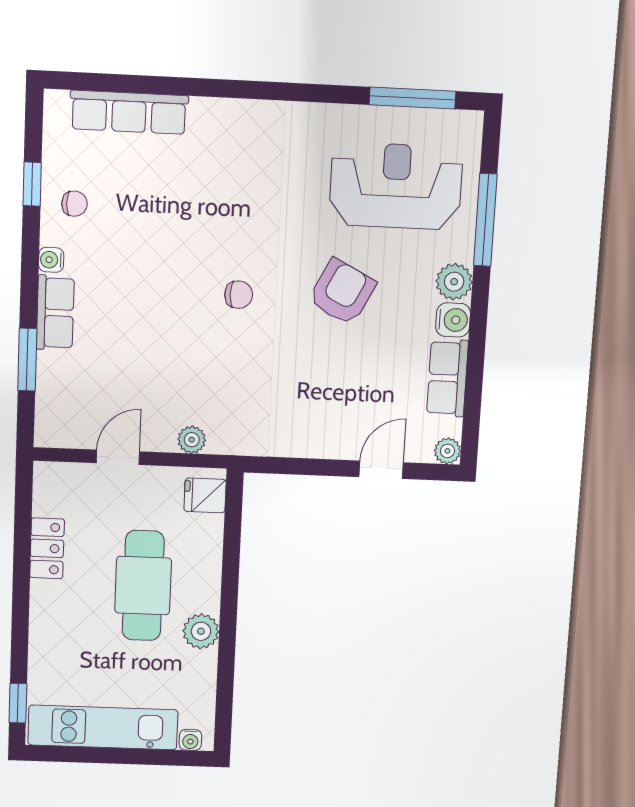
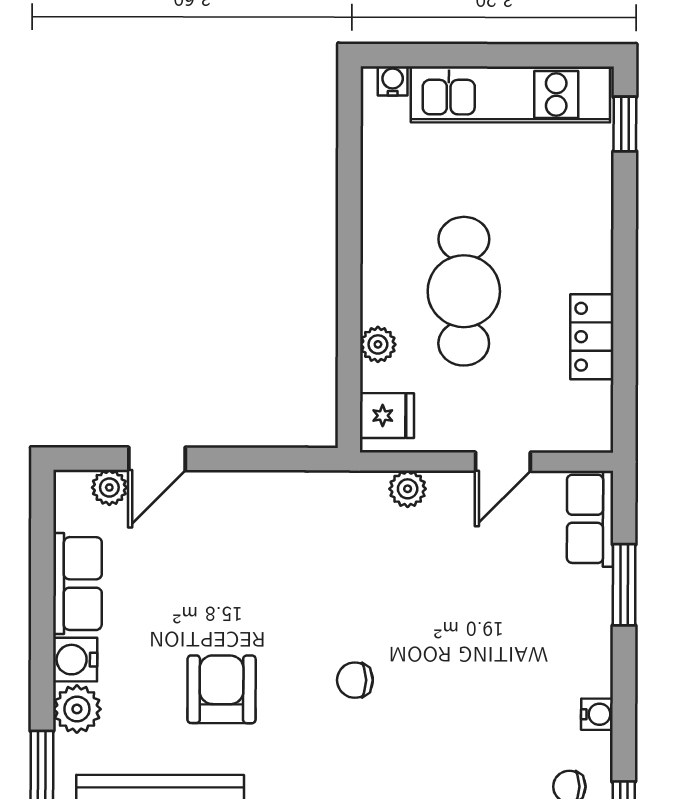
armchair: (342, 292) -> (222, 689), turned 153
row of seats: (55, 313) -> (590, 519), moved
plant: (447, 451) -> (109, 487), moved
plant: (201, 631) -> (378, 344), moved, width x0.73, depth x0.73

